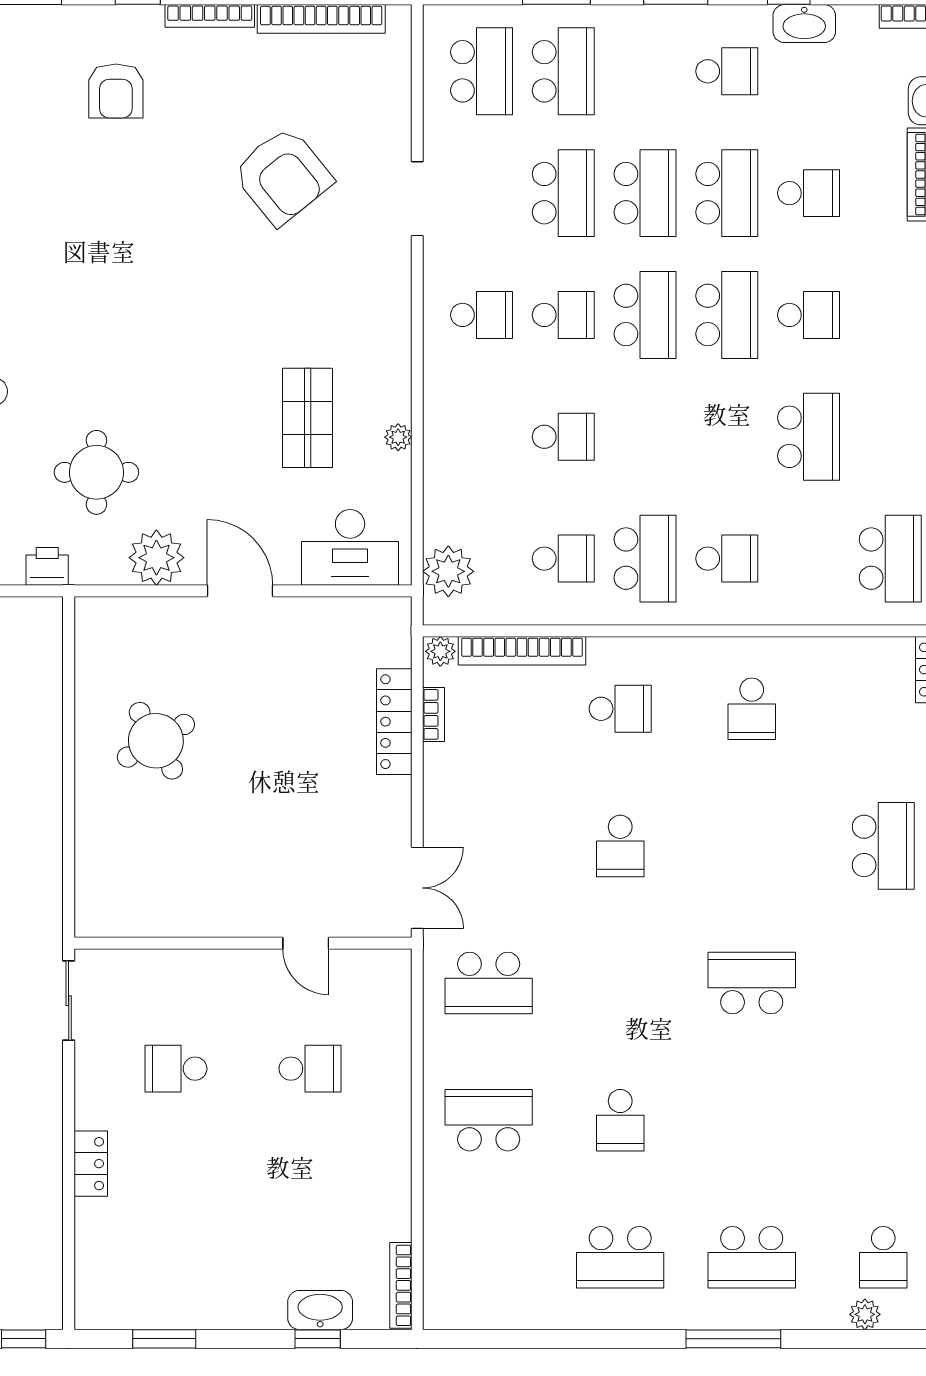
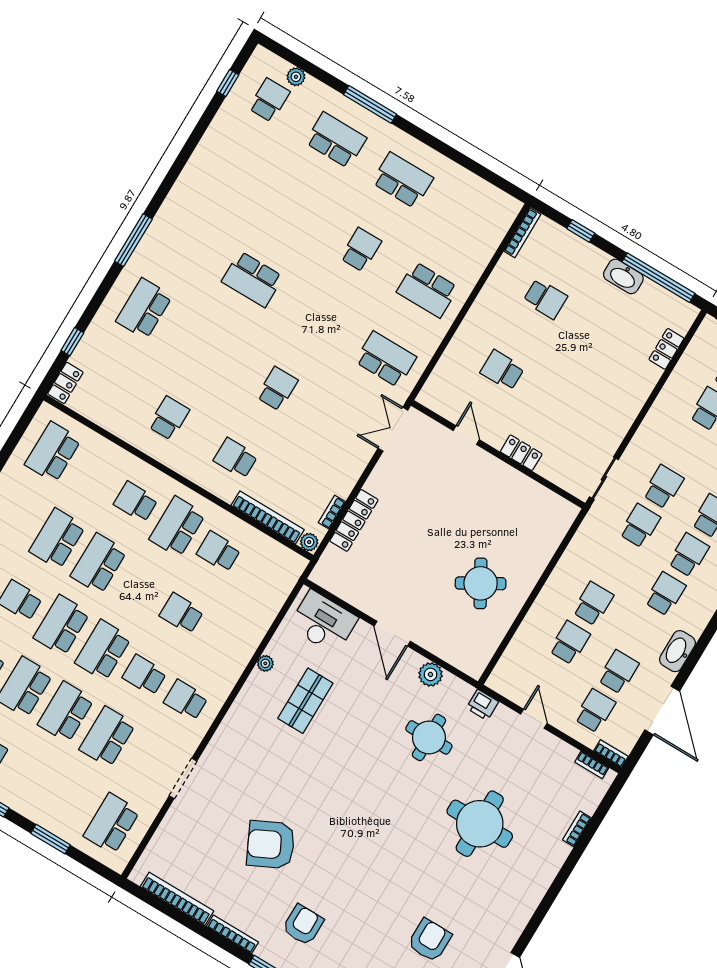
school desk: (563, 71) -> (99, 564), moved
armchair: (283, 176) -> (271, 845), moved, turned -77
plant: (156, 558) -> (430, 674), width x0.73, depth x0.73
plant: (448, 571) -> (281, 580), removed
locker: (211, 965) -> (521, 453), added
school desk: (176, 1069) -> (545, 299), moved
locker: (91, 1164) -> (666, 349), moved
washbasin: (320, 1310) -> (623, 276), moved
window: (164, 1339) -> (658, 278), width x2.11

